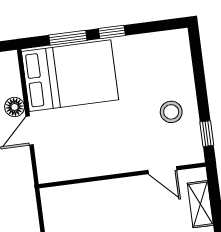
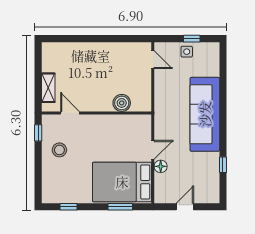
window: (112, 32) -> (68, 207), moved
boiler: (86, 196) -> (122, 103), added

